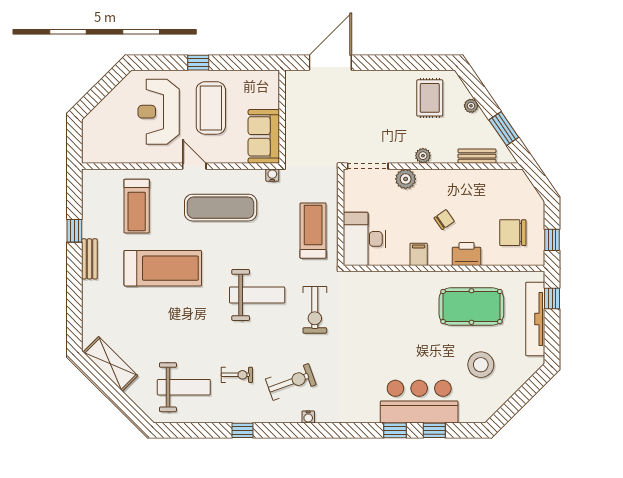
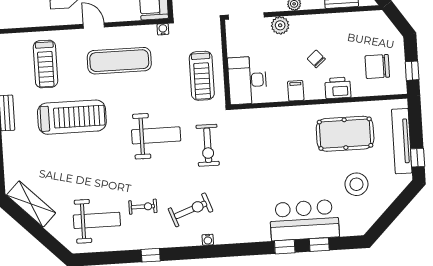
chair: (444, 220) -> (316, 59), turned -96
treadmill: (313, 231) -> (202, 76), turned 180
window: (552, 298) -> (418, 158), moved

